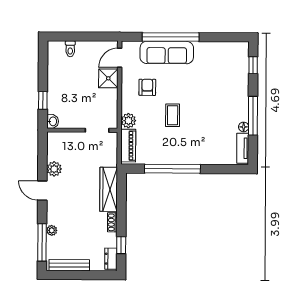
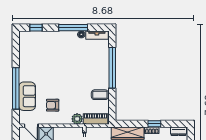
sofa: (167, 53) -> (27, 96), width x0.73
coffee table: (173, 115) -> (100, 95), moved
window: (172, 169) -> (112, 68), moved
window: (121, 245) -> (154, 124), moved

